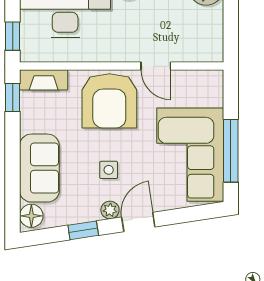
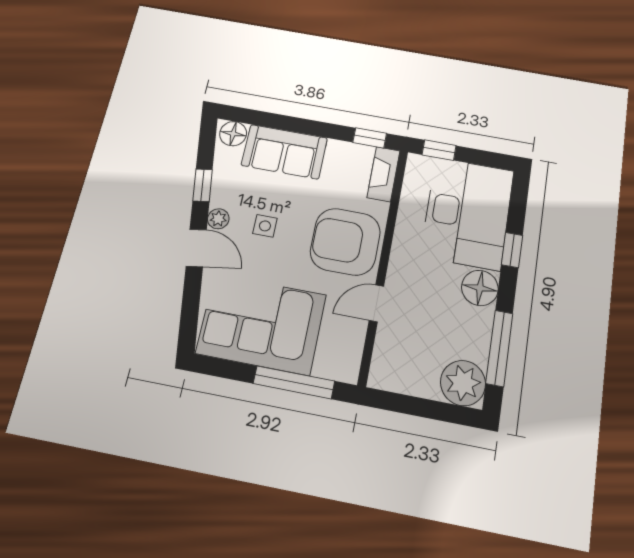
window: (231, 151) -> (294, 382), moved

